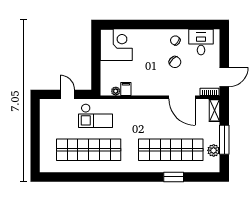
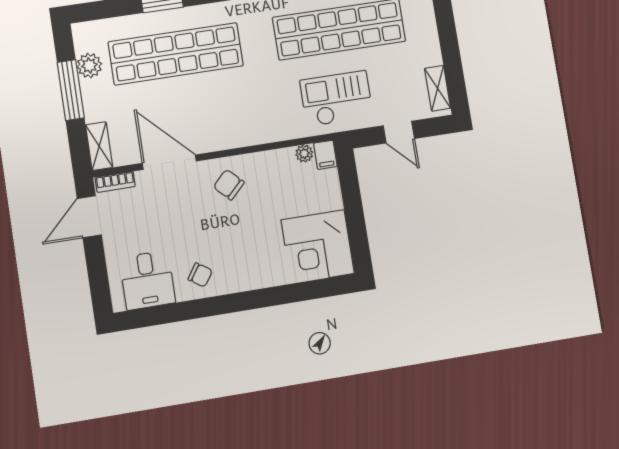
chair: (175, 62) -> (229, 185), moved
filing cabinet: (126, 89) -> (325, 155), moved
shelving: (45, 113) -> (438, 88), added

